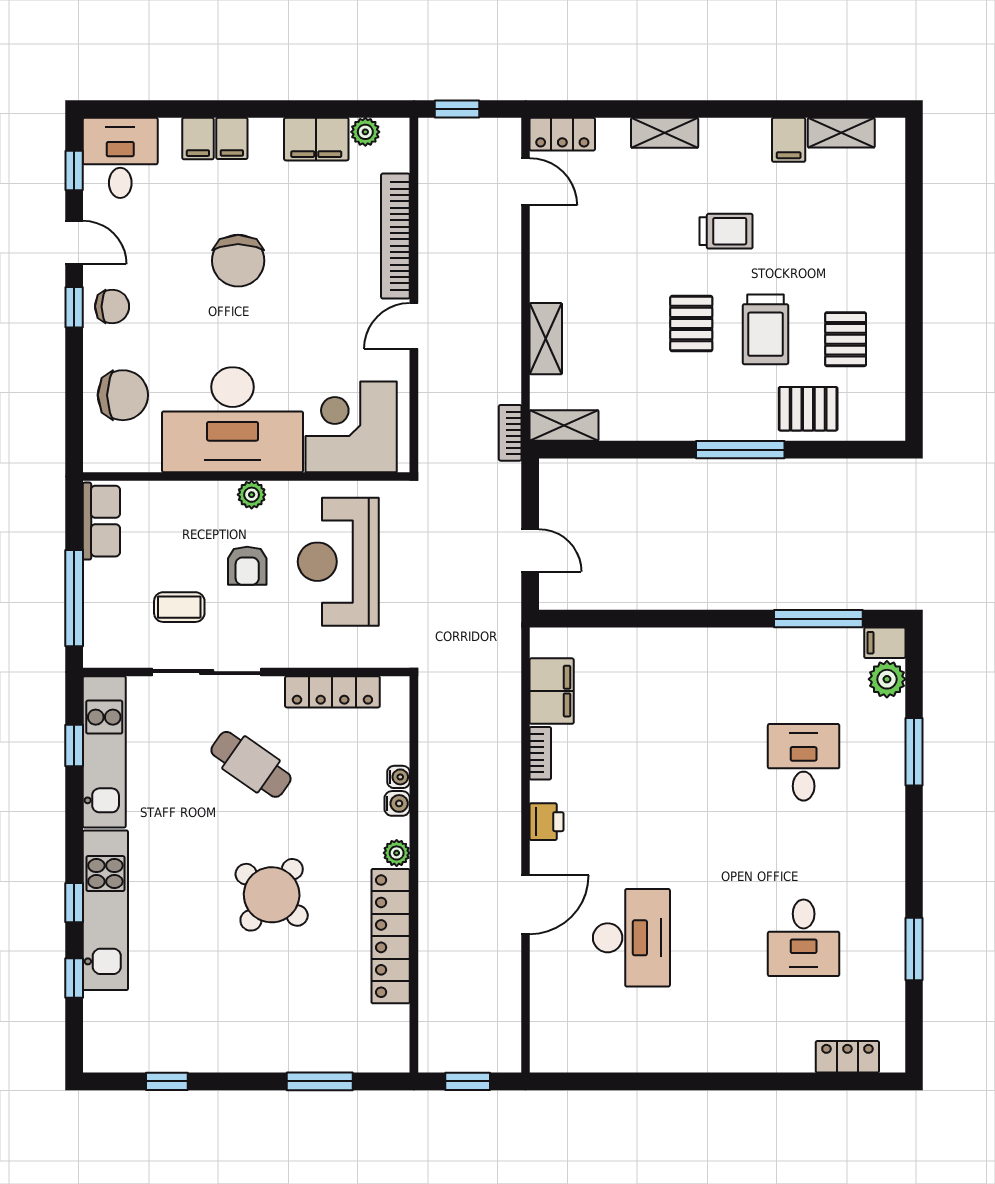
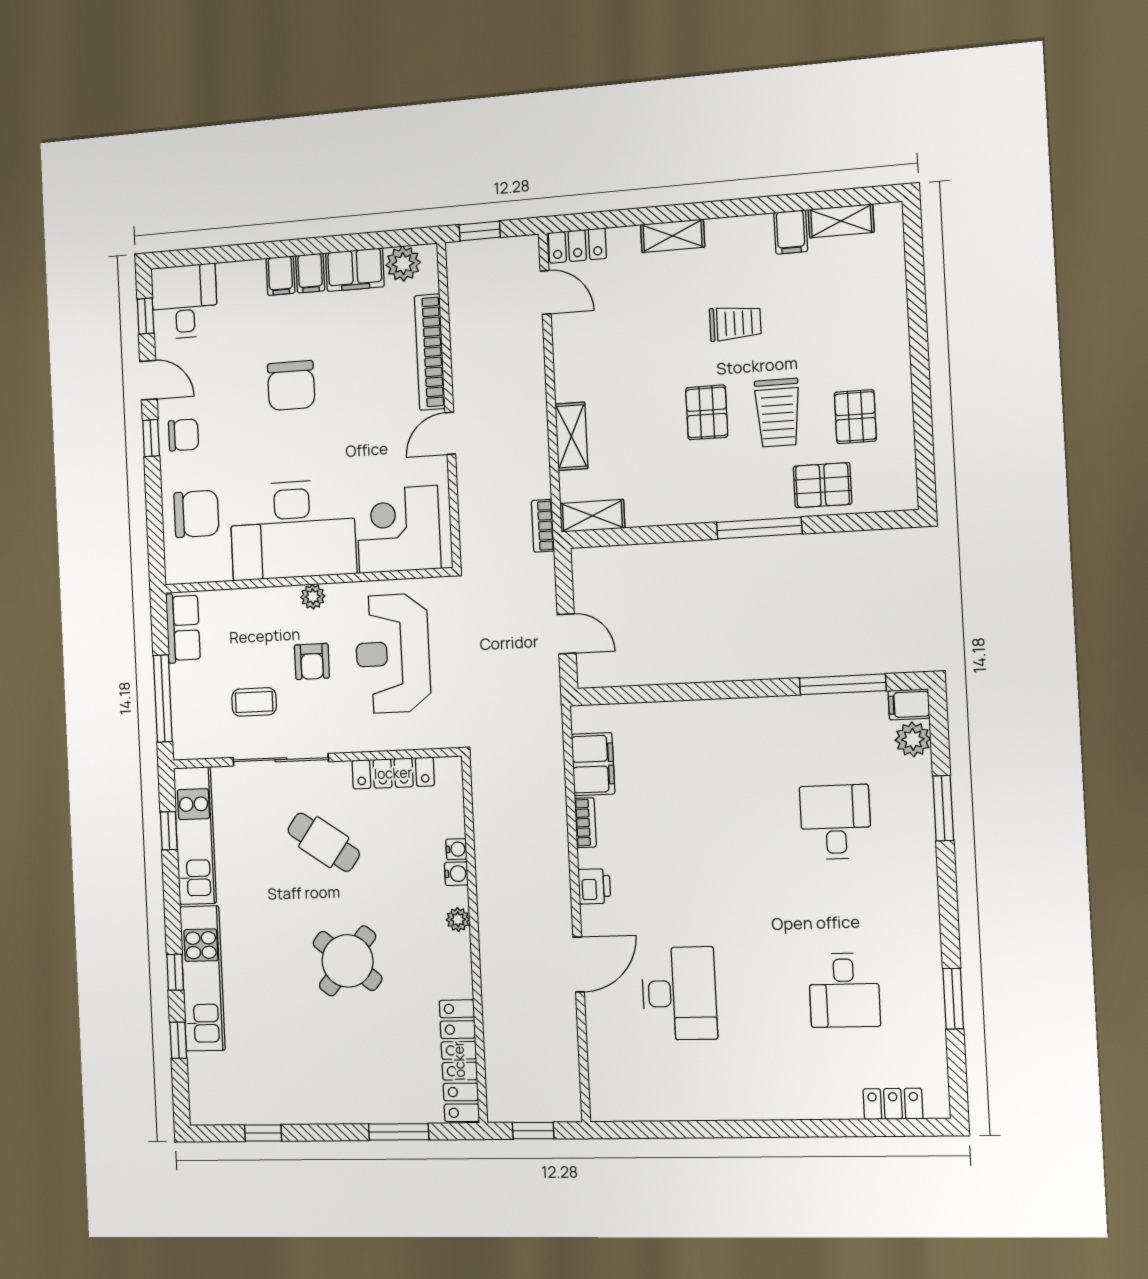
plant: (365, 132) -> (403, 264), width x1.38, depth x1.38
filing cabinet: (198, 139) -> (310, 273), moved
locker: (391, 936) -> (459, 1061), moved

